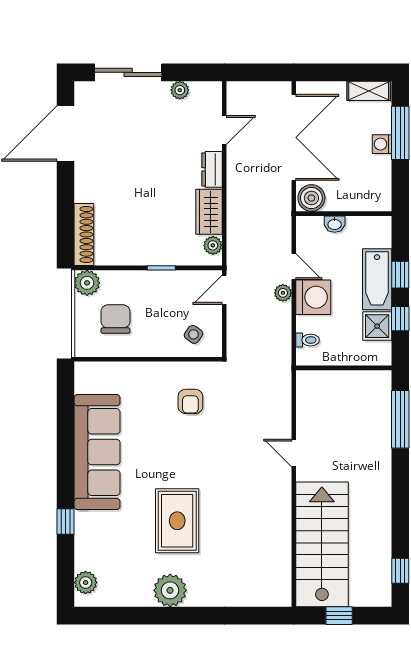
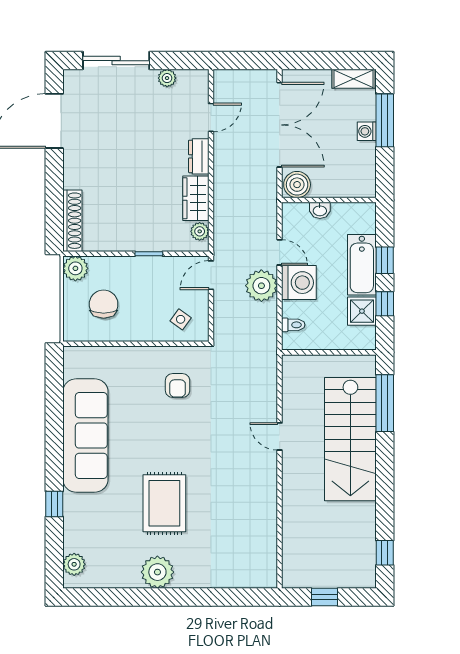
plant: (283, 293) -> (261, 286), width x1.87, depth x1.87
stairs: (322, 544) -> (350, 439), moved, turned 180

